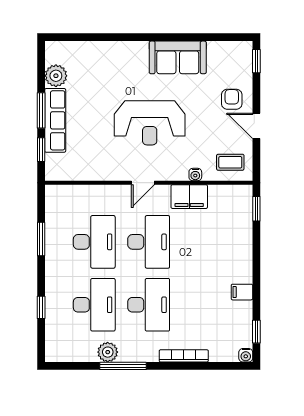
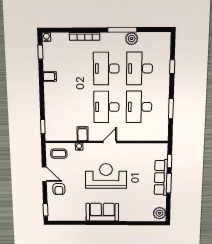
sofa: (178, 57) -> (102, 212), moved
plant: (56, 76) -> (159, 213), moved
filing cabinet: (189, 197) -> (83, 134), width x0.50

